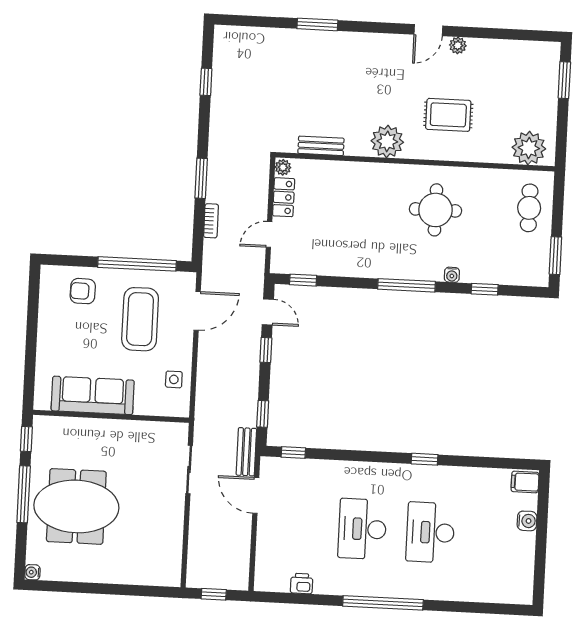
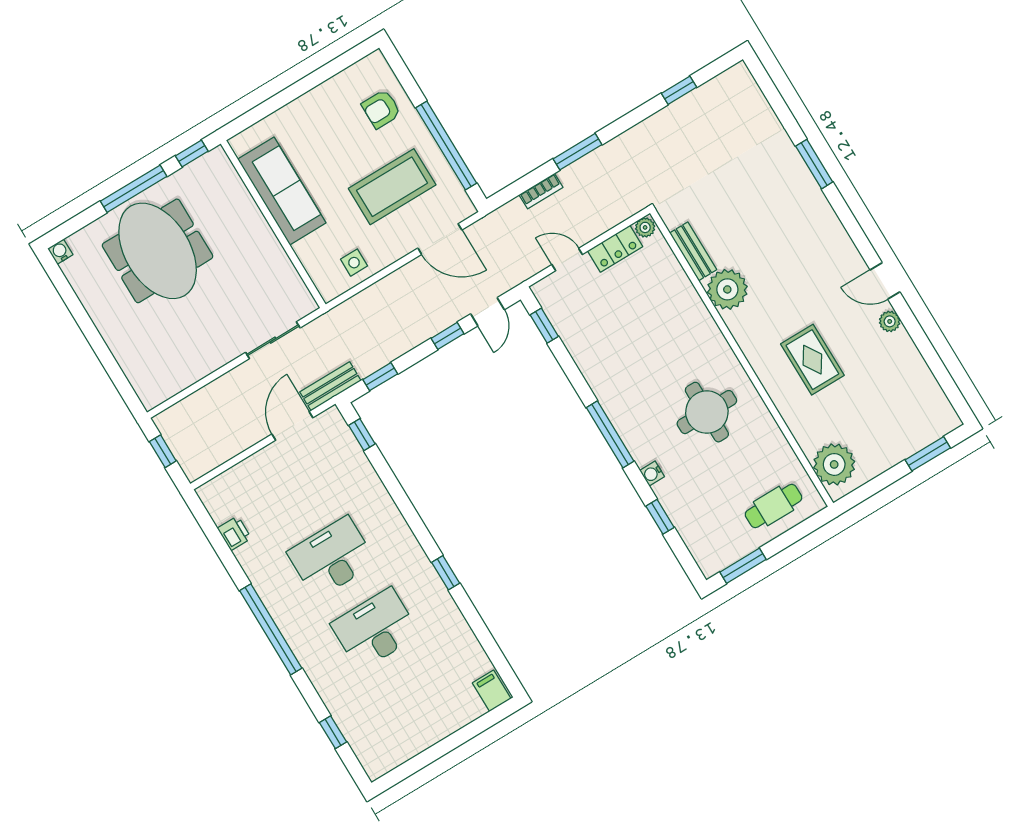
plant: (387, 141) -> (727, 289), moved
armchair: (83, 291) -> (381, 109), turned -91
water cooler: (527, 521) -> (453, 720), removed
window: (481, 608) -> (333, 732), added

